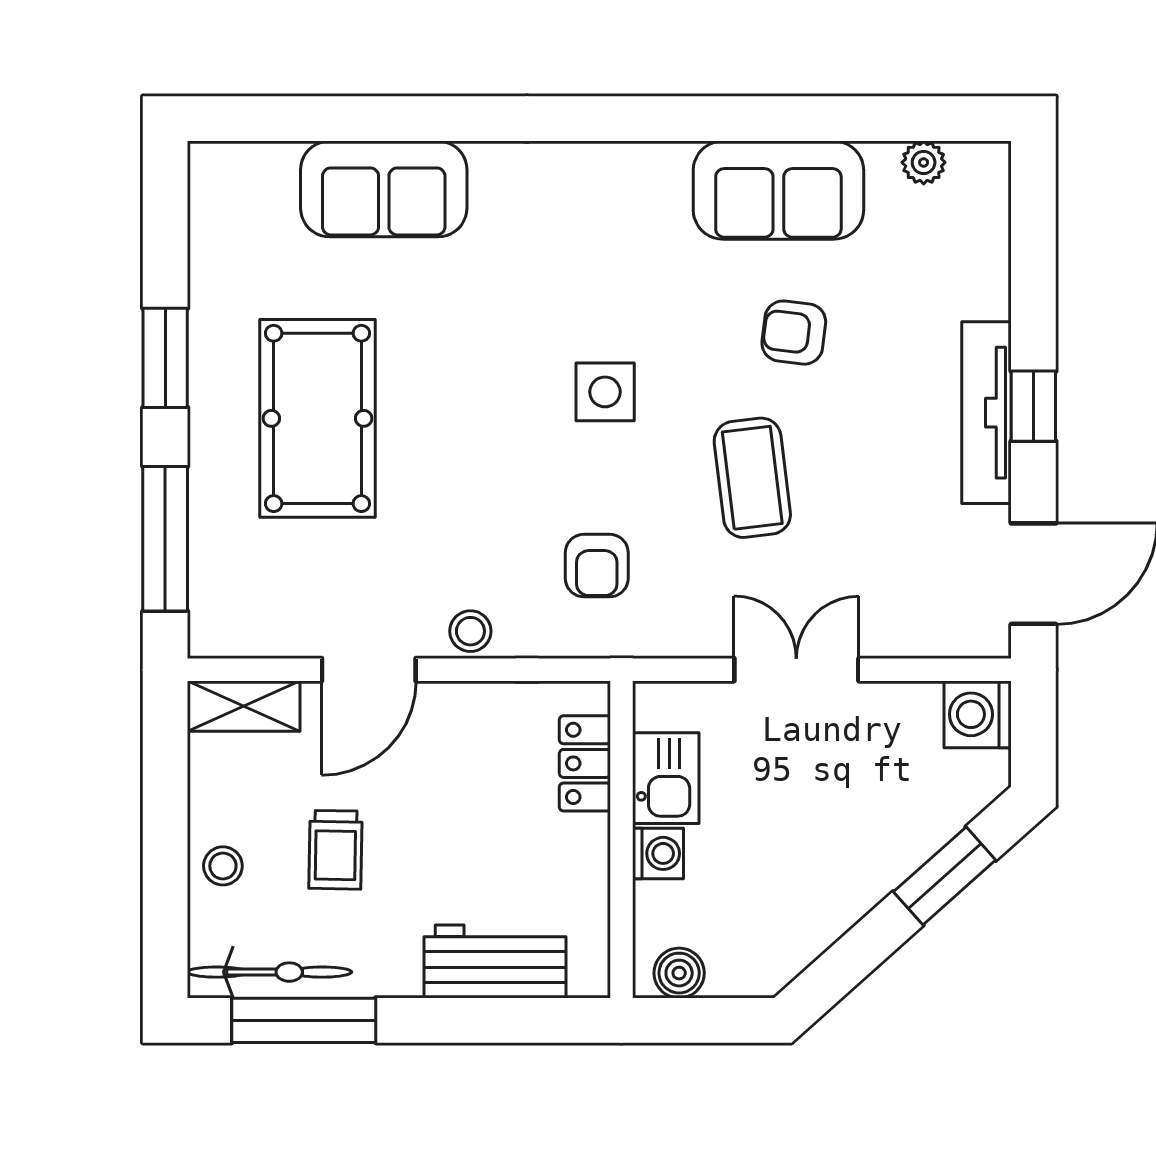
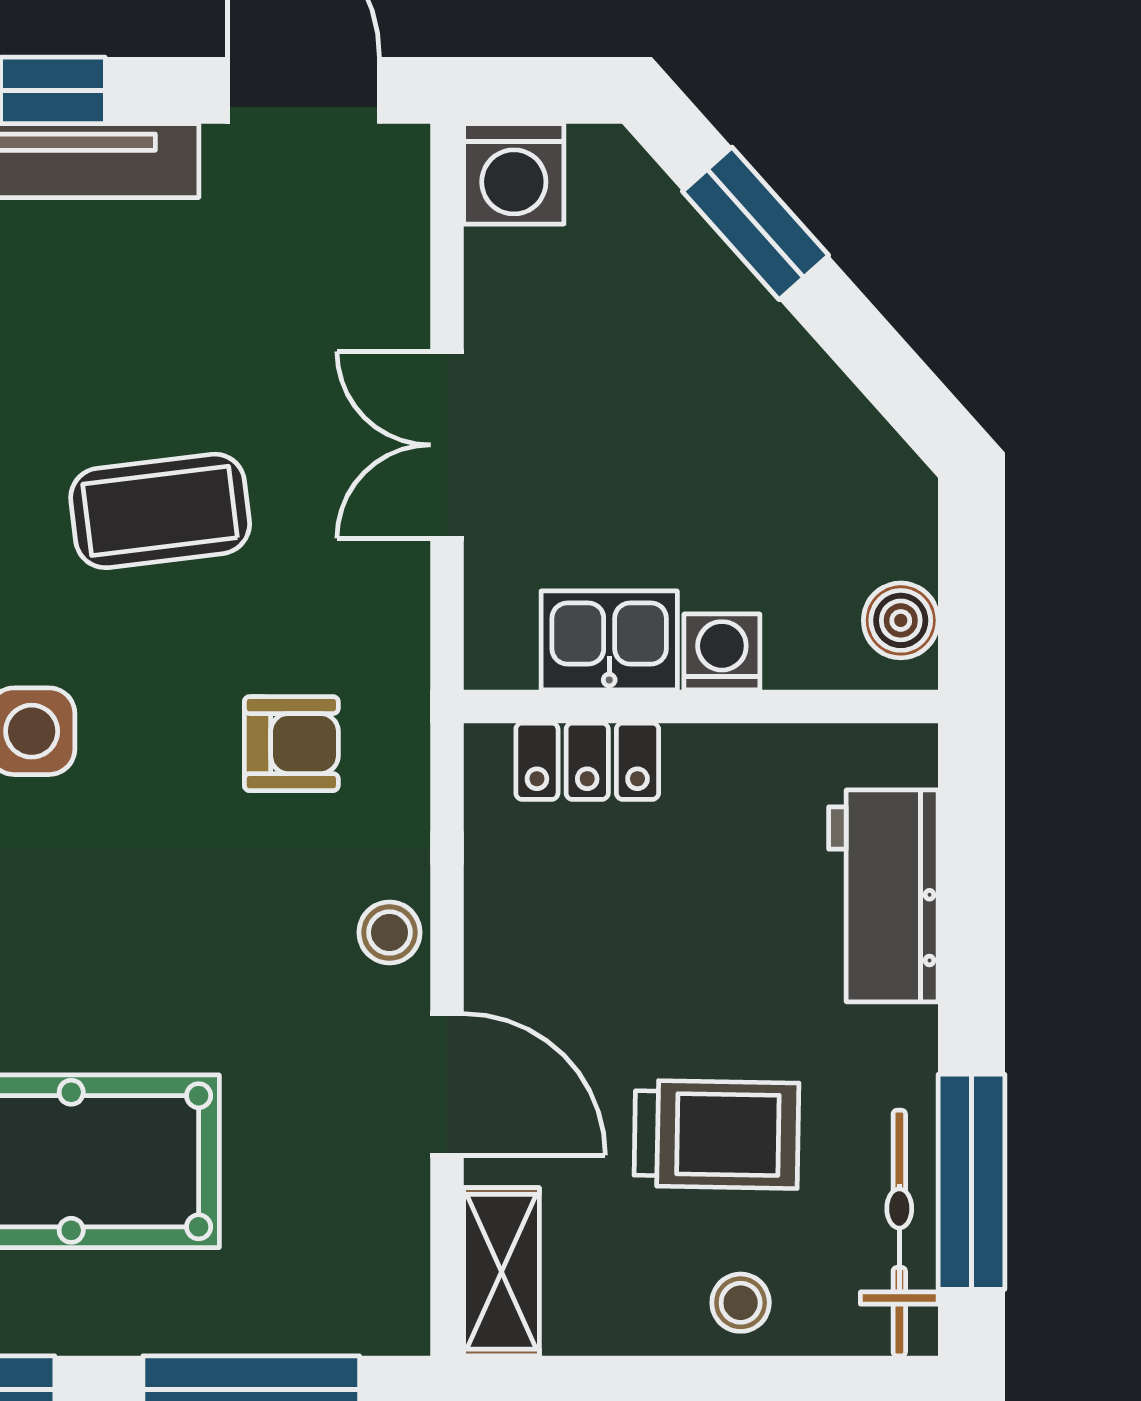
trolley: (335, 850) -> (716, 1134), width x1.36, depth x1.39

